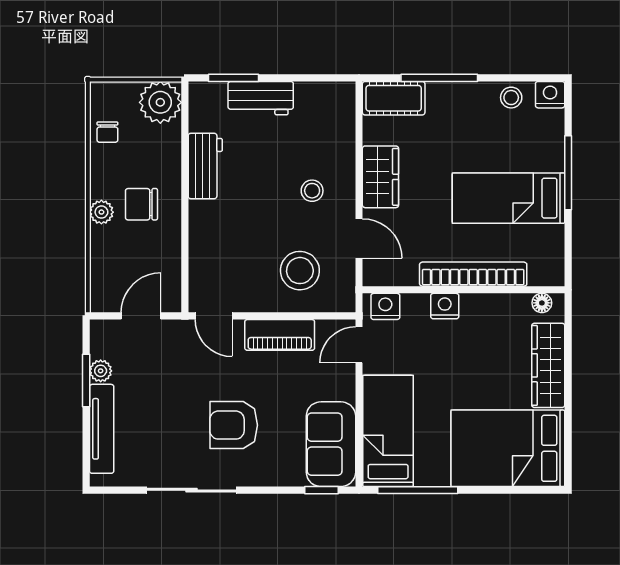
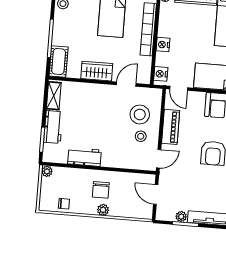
shelving: (324, 94) -> (54, 96), added
plant: (160, 102) -> (47, 171), width x0.53, depth x0.53
stool: (312, 191) -> (141, 136), moved

